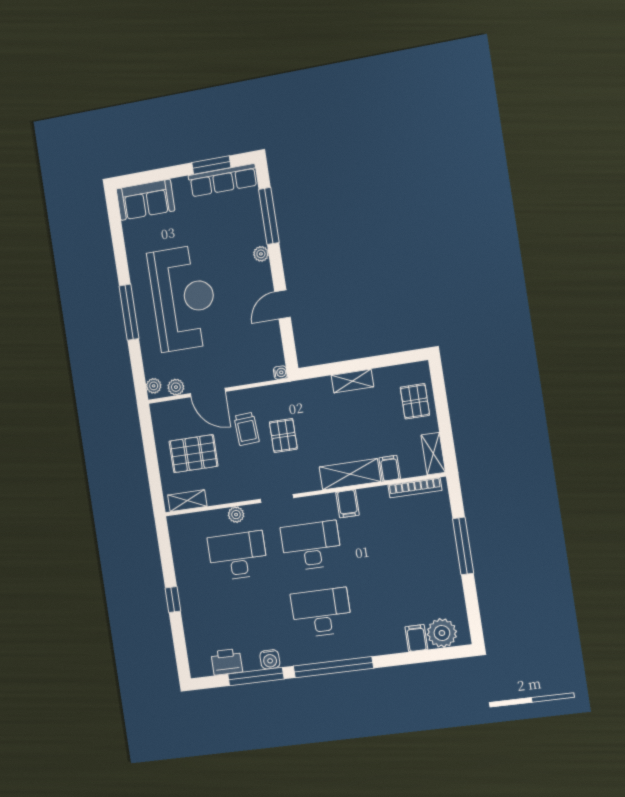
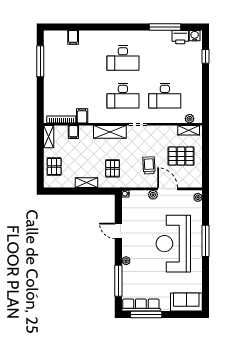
window: (211, 165) -> (146, 315), width x1.44
door: (282, 304) -> (118, 231), swing flipped
plant: (176, 387) -> (153, 195), moved
pallet: (283, 435) -> (113, 168), moved
shelving: (350, 474) -> (110, 132), moved
filing cabinet: (348, 504) -> (82, 116), moved
plant: (236, 515) -> (190, 119), moved
window: (463, 546) -> (40, 61), moved
window: (173, 599) -> (206, 56), moved
plant: (442, 633) -> (59, 38), removed
water cooler: (270, 659) -> (195, 36), moved
window: (333, 667) -> (121, 27), removed

